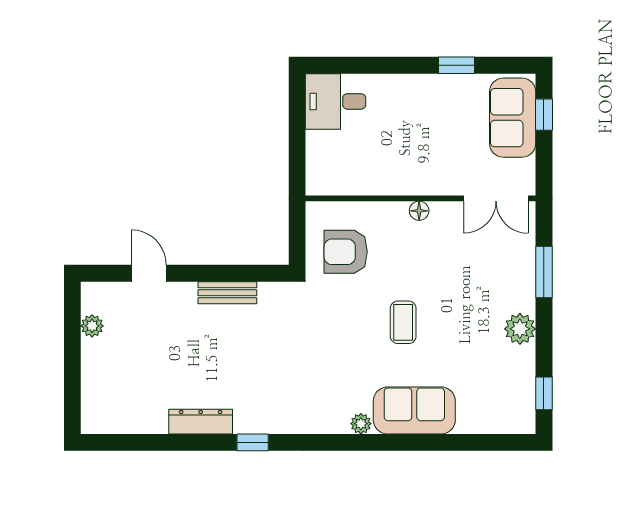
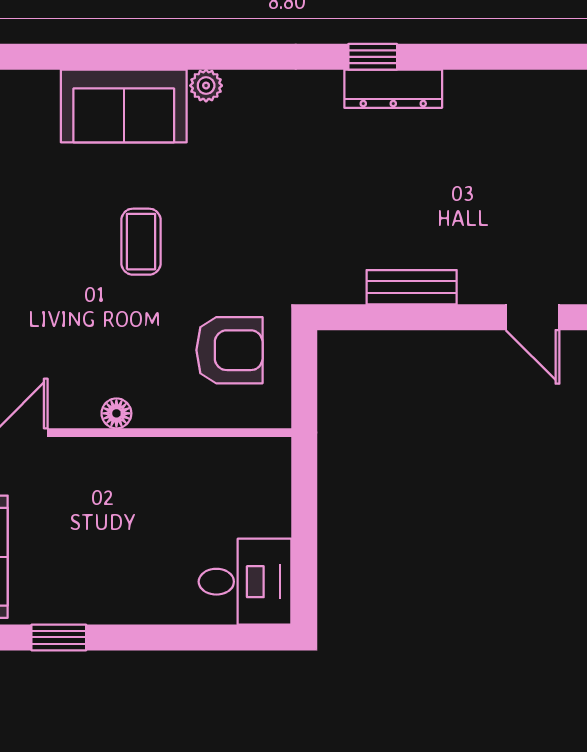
dresser: (201, 422) -> (393, 89), moved

